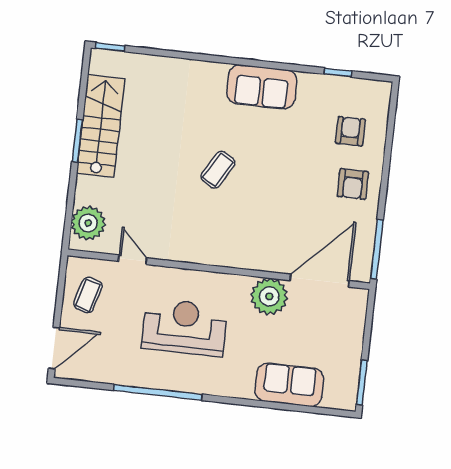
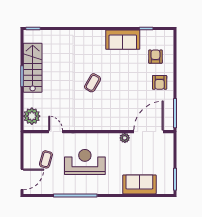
sofa: (262, 87) -> (123, 40), moved
coffee table: (88, 295) -> (46, 159), moved
plant: (269, 296) -> (125, 138), width x0.53, depth x0.53

